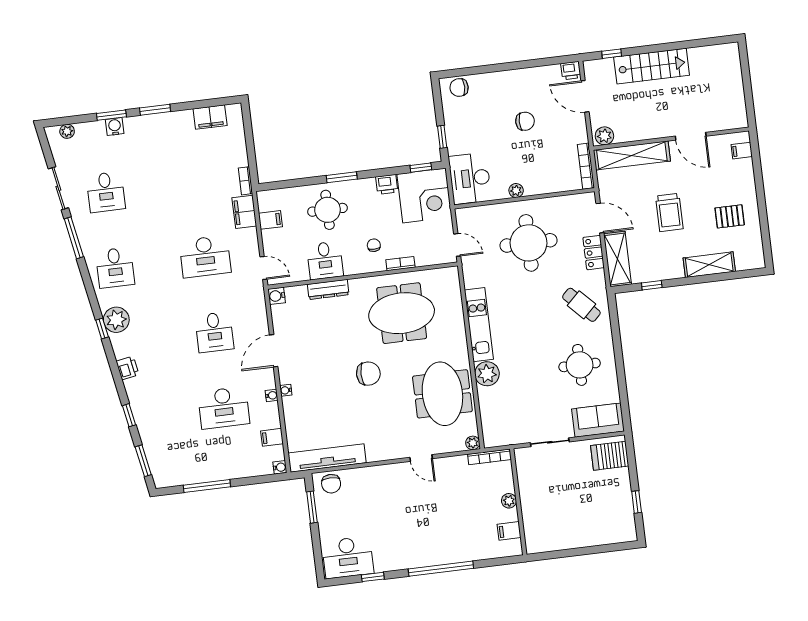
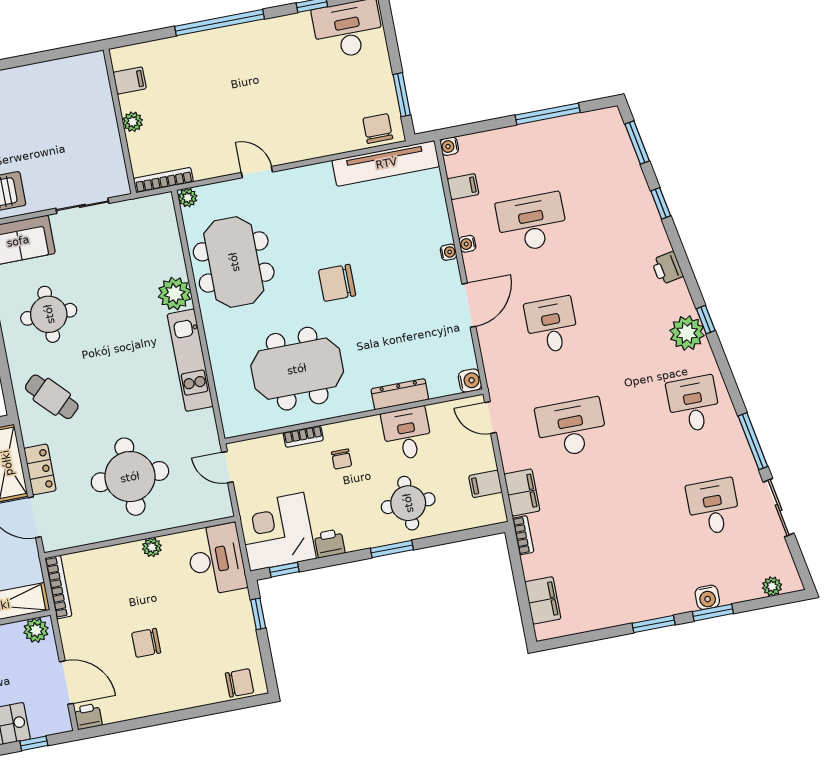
filing cabinet: (210, 117) -> (543, 600), moved, turned 90

